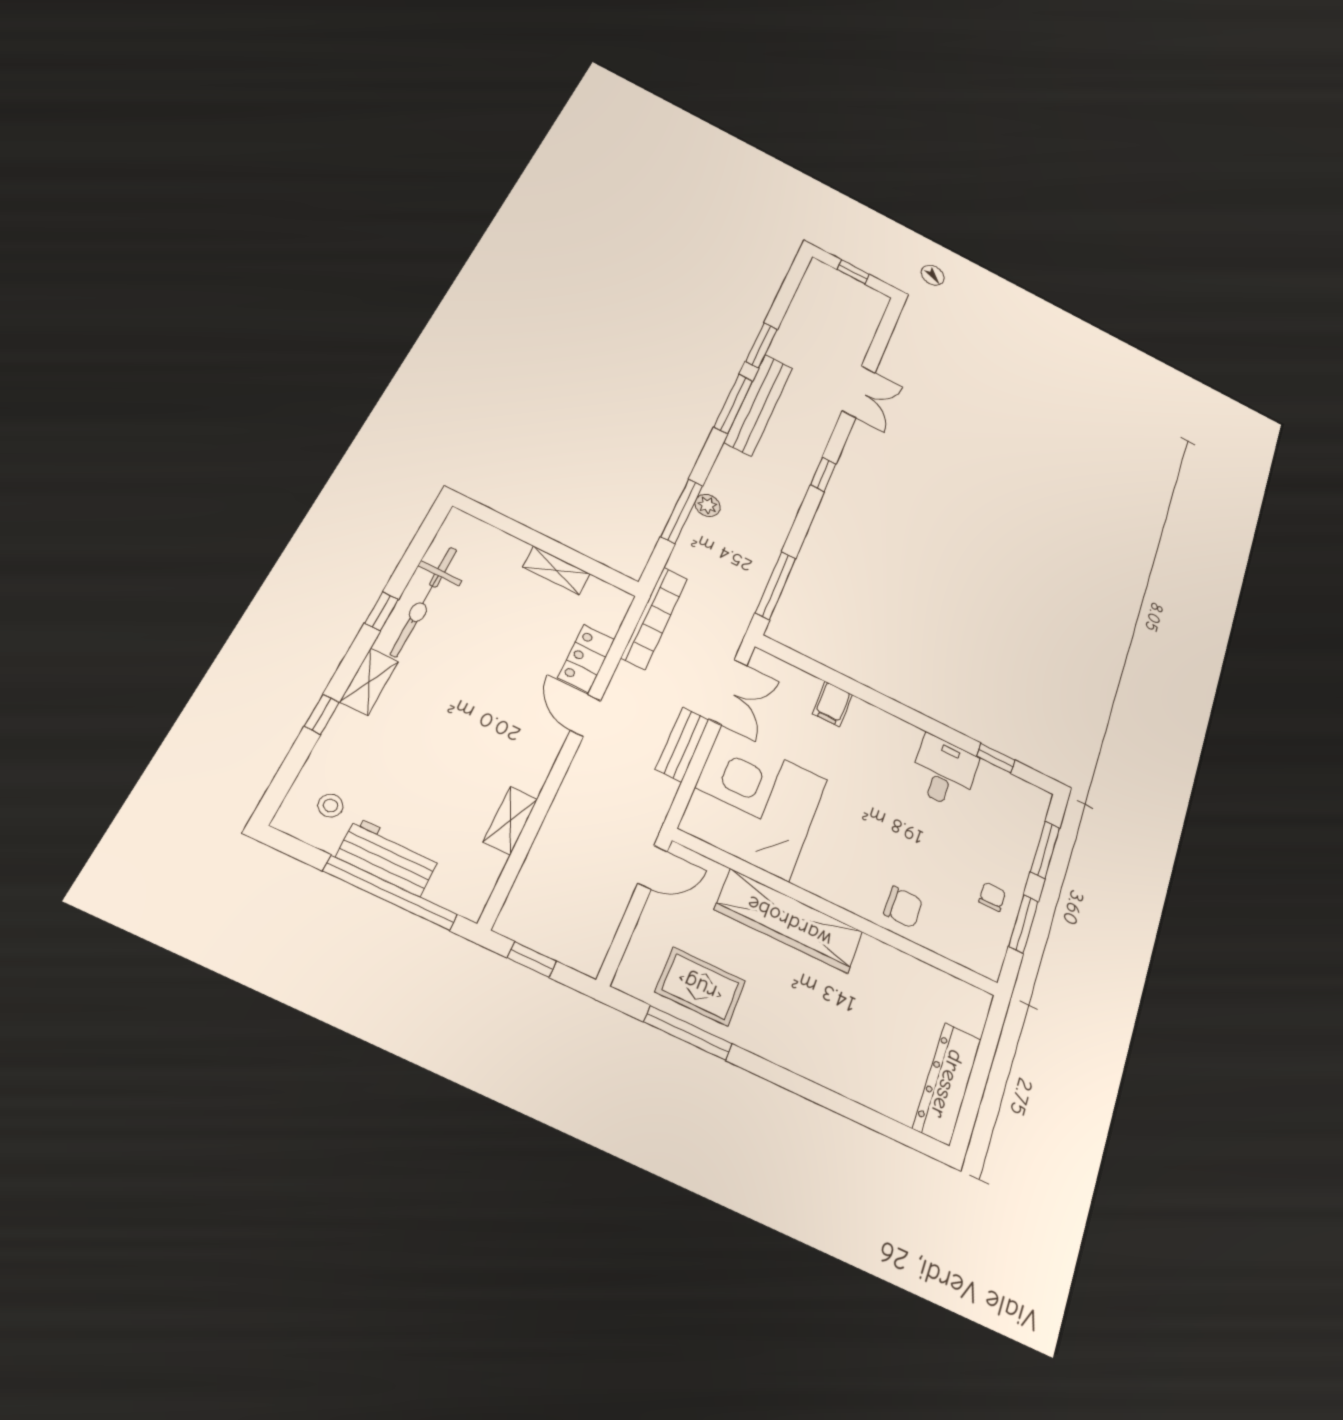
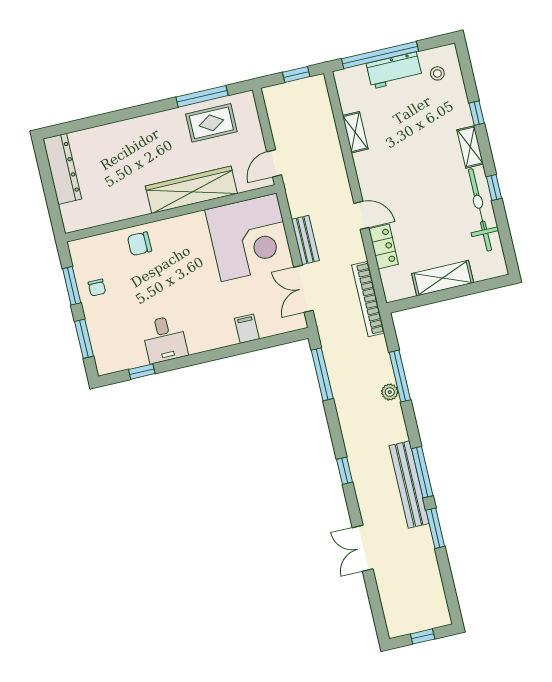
shelving: (556, 570) -> (443, 278), width x1.50, depth x1.33

